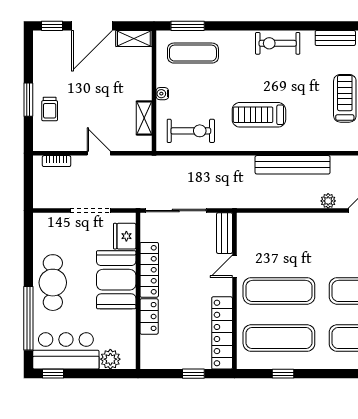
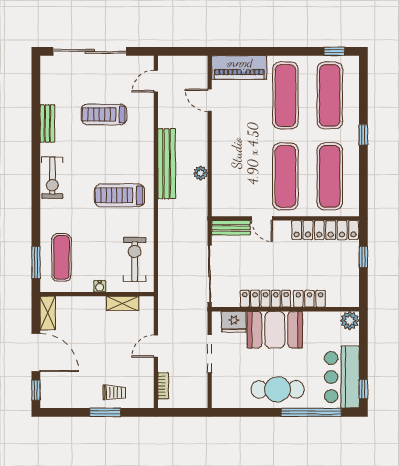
treadmill: (259, 115) -> (120, 195), turned 90
plant: (328, 201) -> (201, 173), moved
plant: (110, 359) -> (350, 321), moved
window: (283, 374) -> (363, 135), moved

